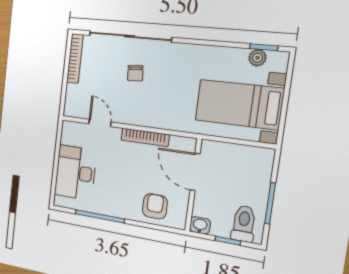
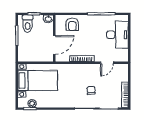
door: (100, 123) -> (107, 63), hinge flipped
door: (195, 172) -> (54, 45), hinge flipped

